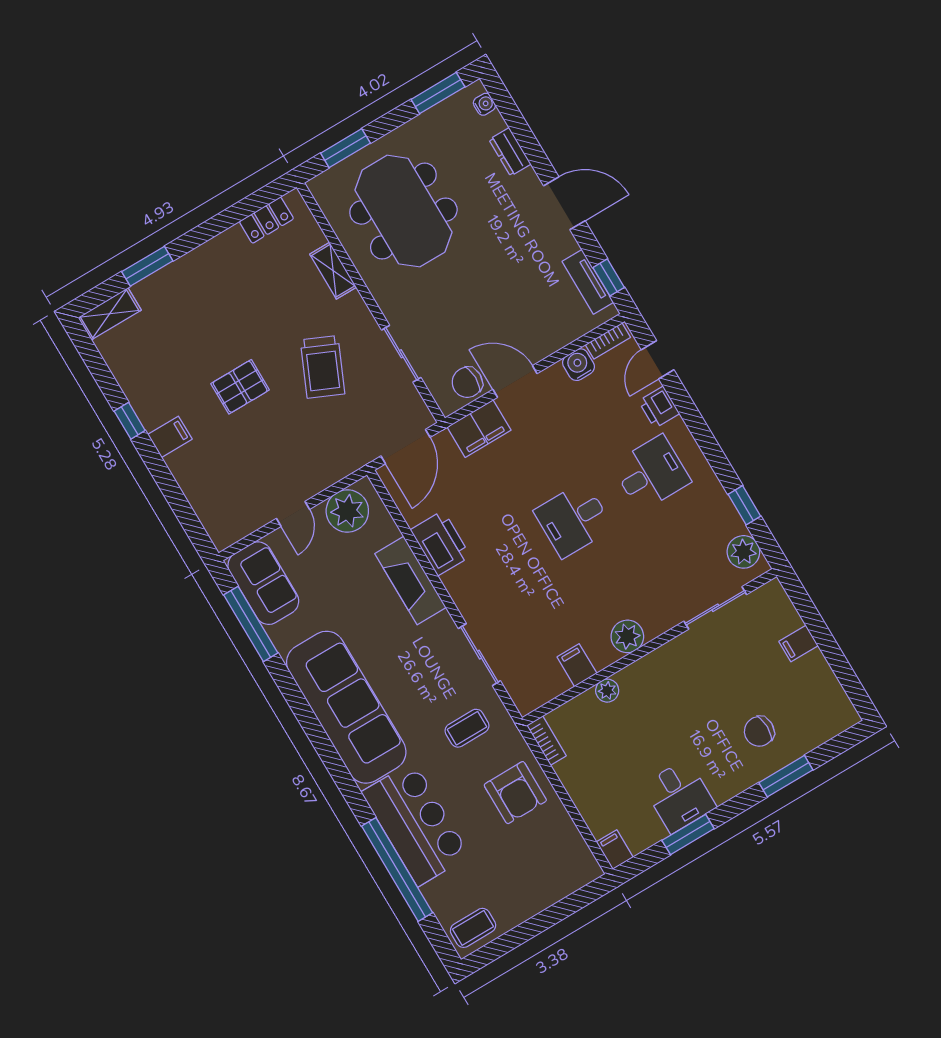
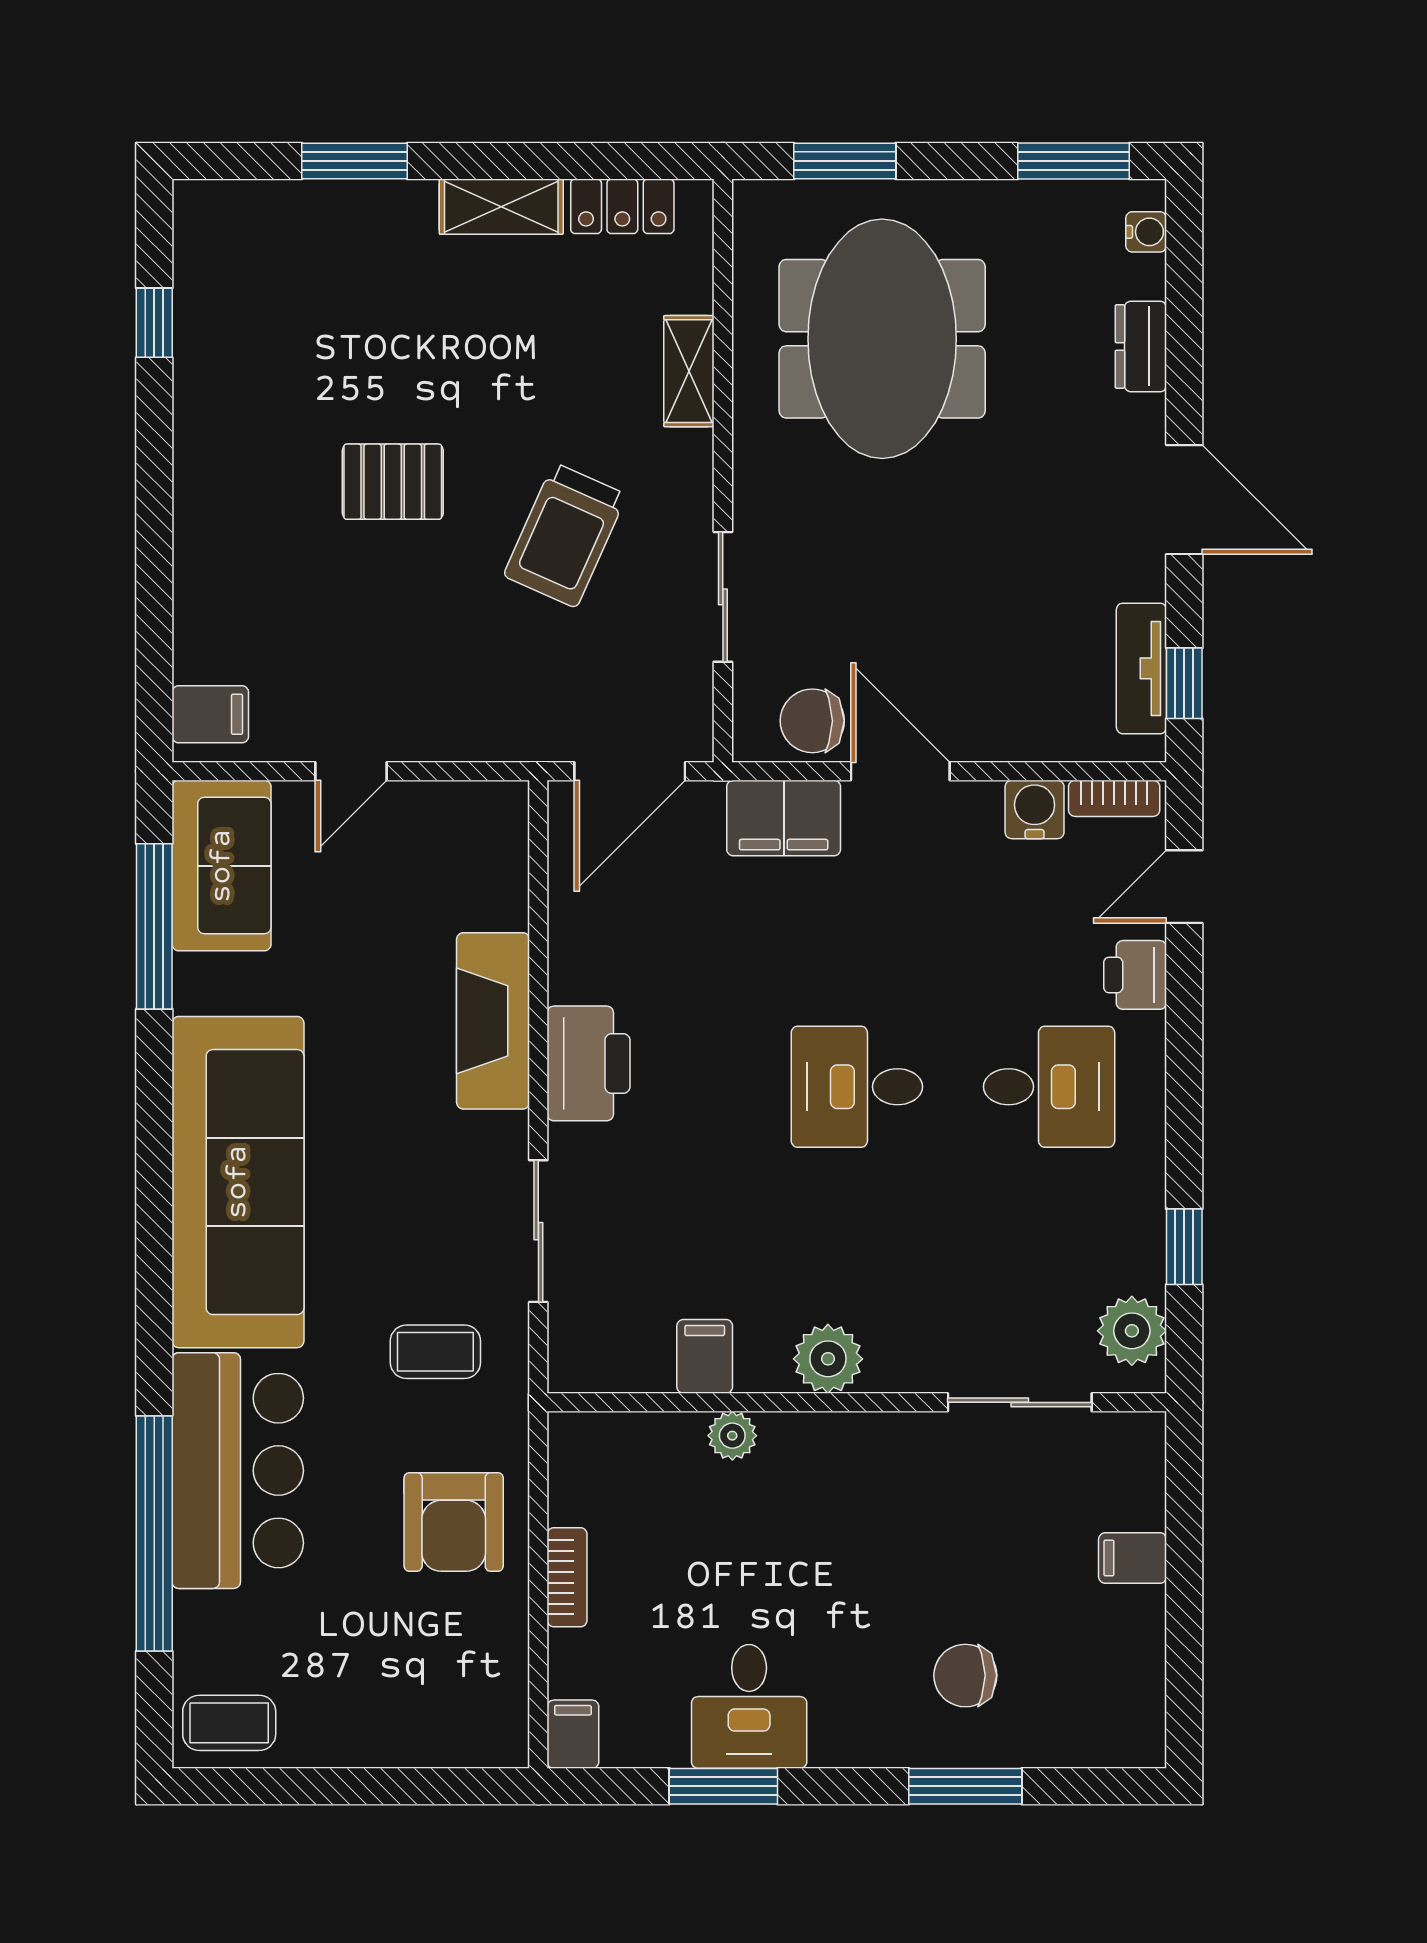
shelving: (110, 314) -> (501, 207), moved
window: (130, 421) -> (154, 323), moved
filing cabinet: (170, 437) -> (210, 714), moved
plant: (347, 511) -> (453, 825), removed
printer: (440, 543) -> (589, 1063), moved
bookcase: (546, 741) -> (567, 1577), moved

